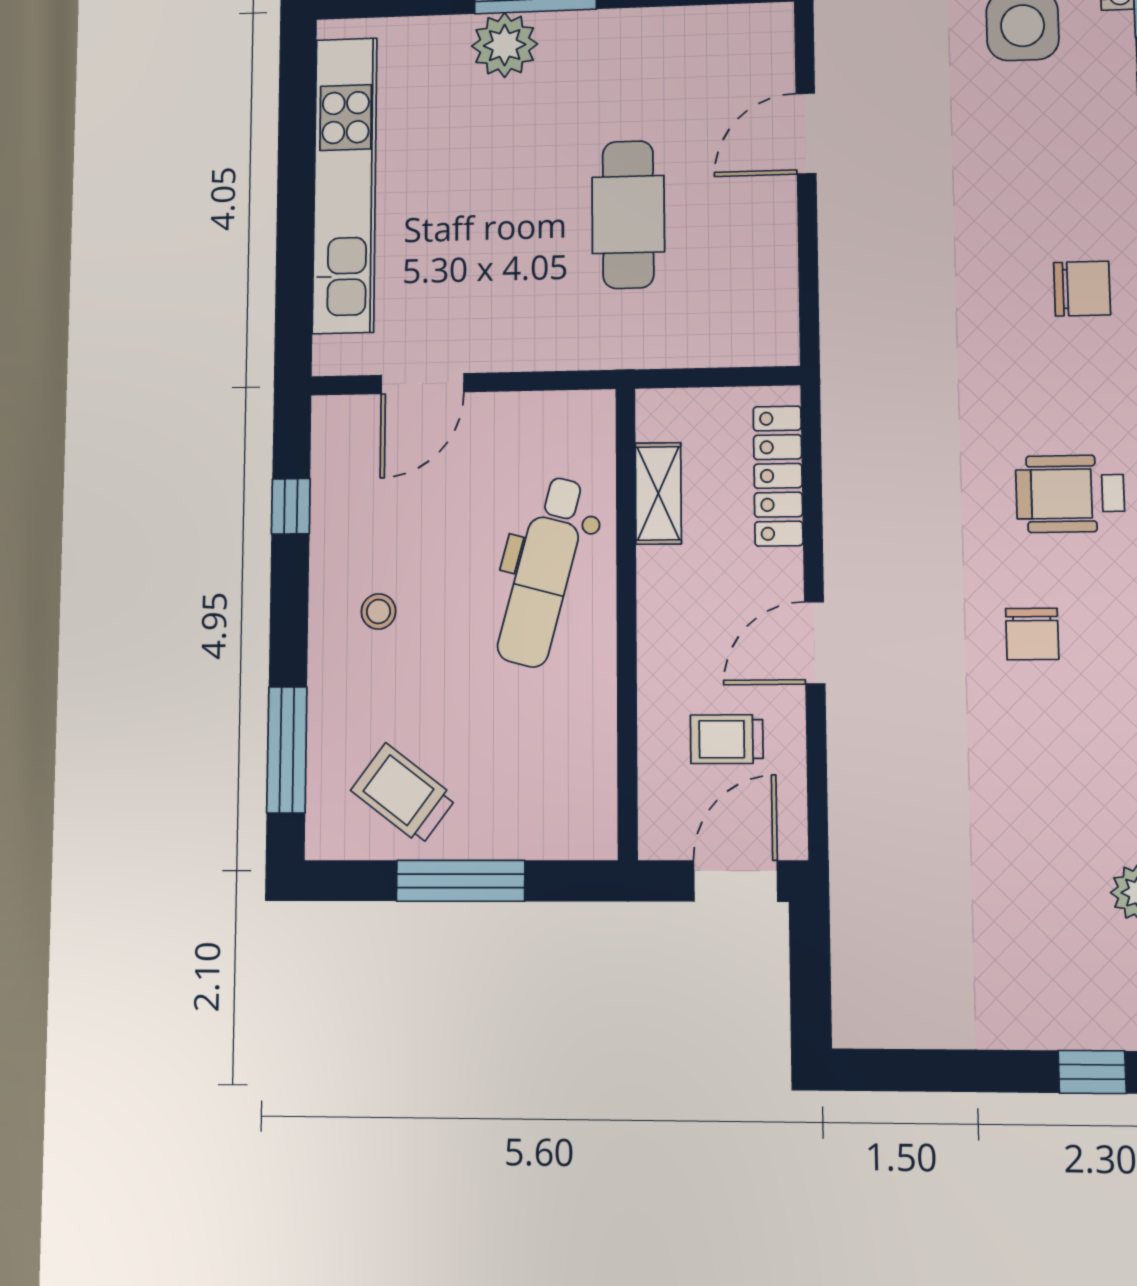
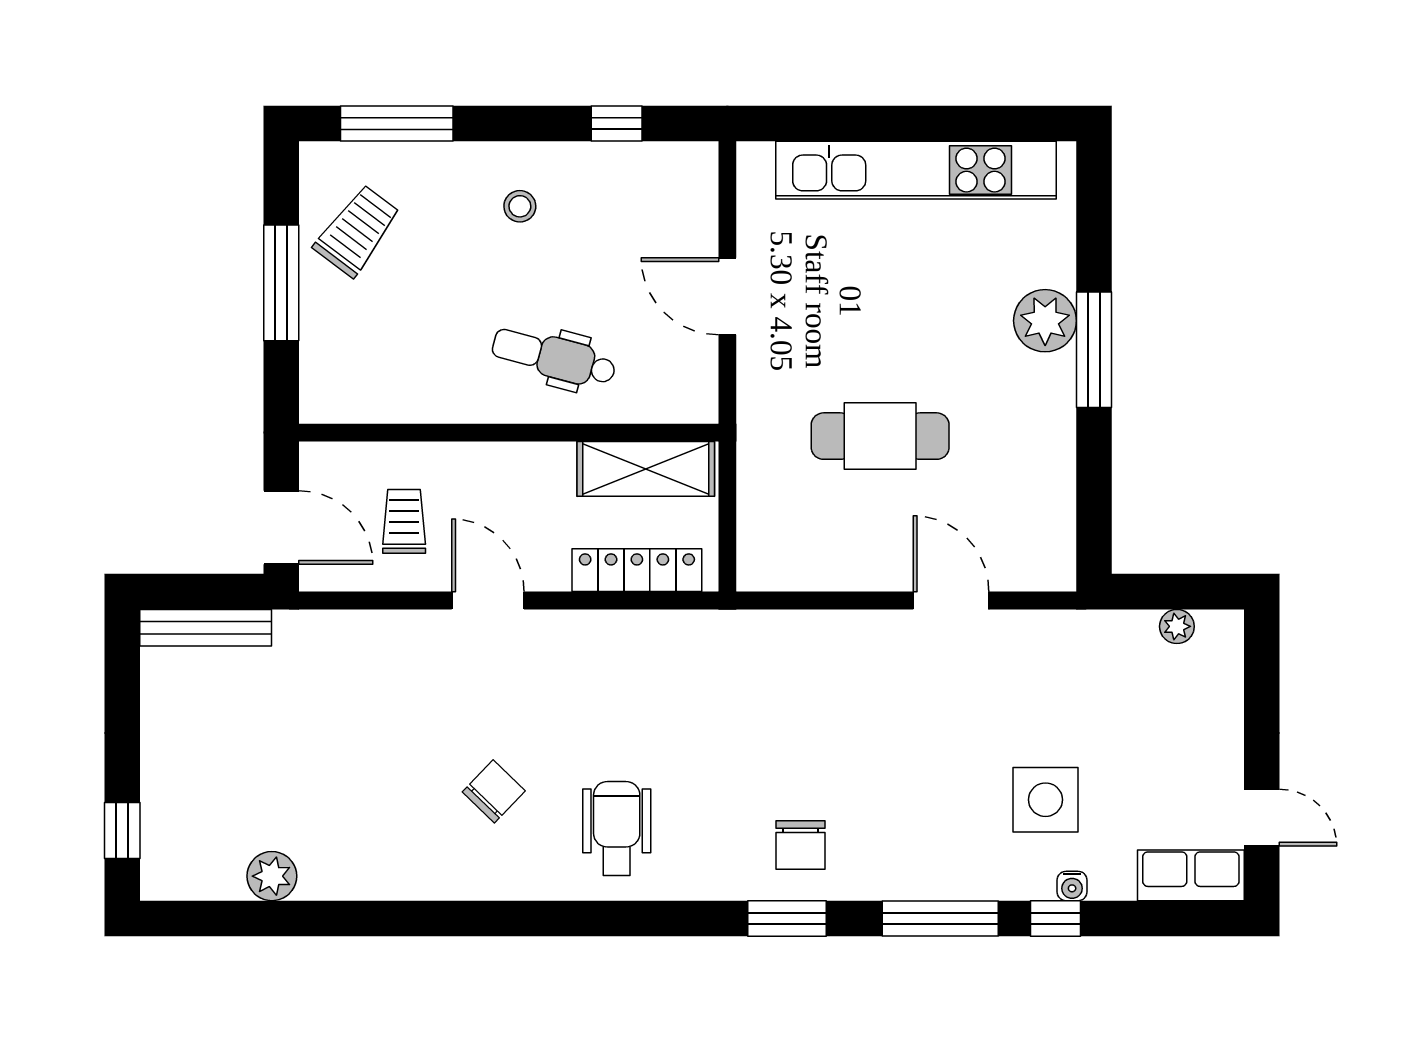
door: (422, 384) -> (727, 296), moved
shelving: (658, 493) -> (646, 469), width x1.50, depth x1.33
dental chair: (543, 572) -> (554, 357), width x0.73, depth x0.72
chair: (1032, 634) -> (494, 791), turned 134
bench: (852, 970) -> (206, 628), added

